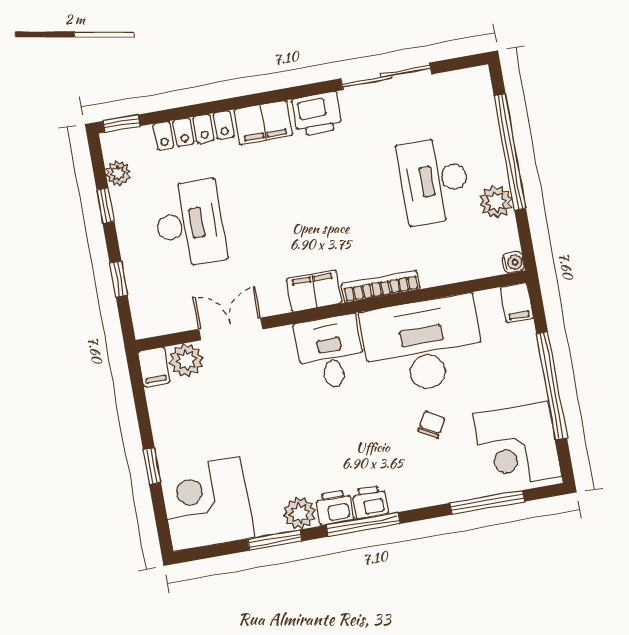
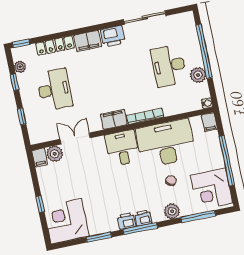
plant: (299, 513) -> (172, 211), moved

